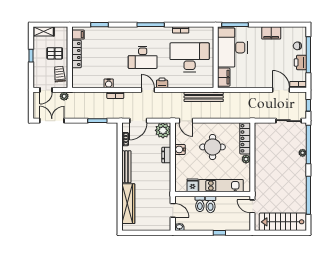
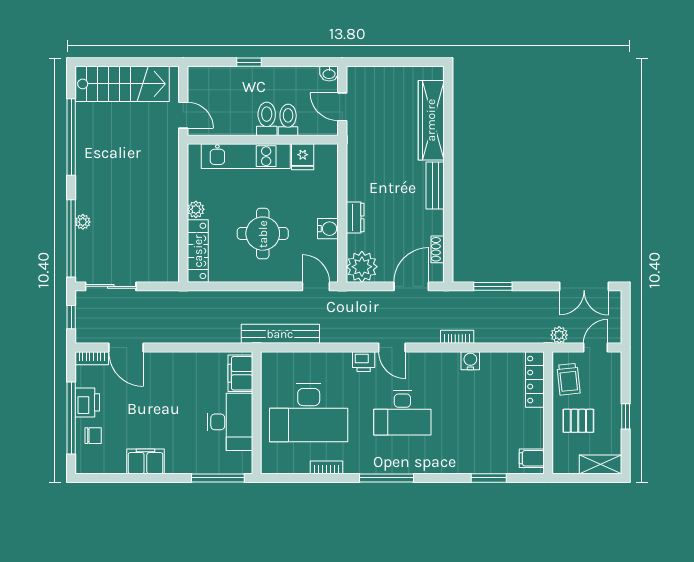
desk: (232, 48) -> (230, 422), width x0.73, depth x0.77
locker: (76, 54) -> (535, 380), moved
desk: (143, 57) -> (402, 413), turned 180
bench: (126, 167) -> (435, 186), width x0.73

